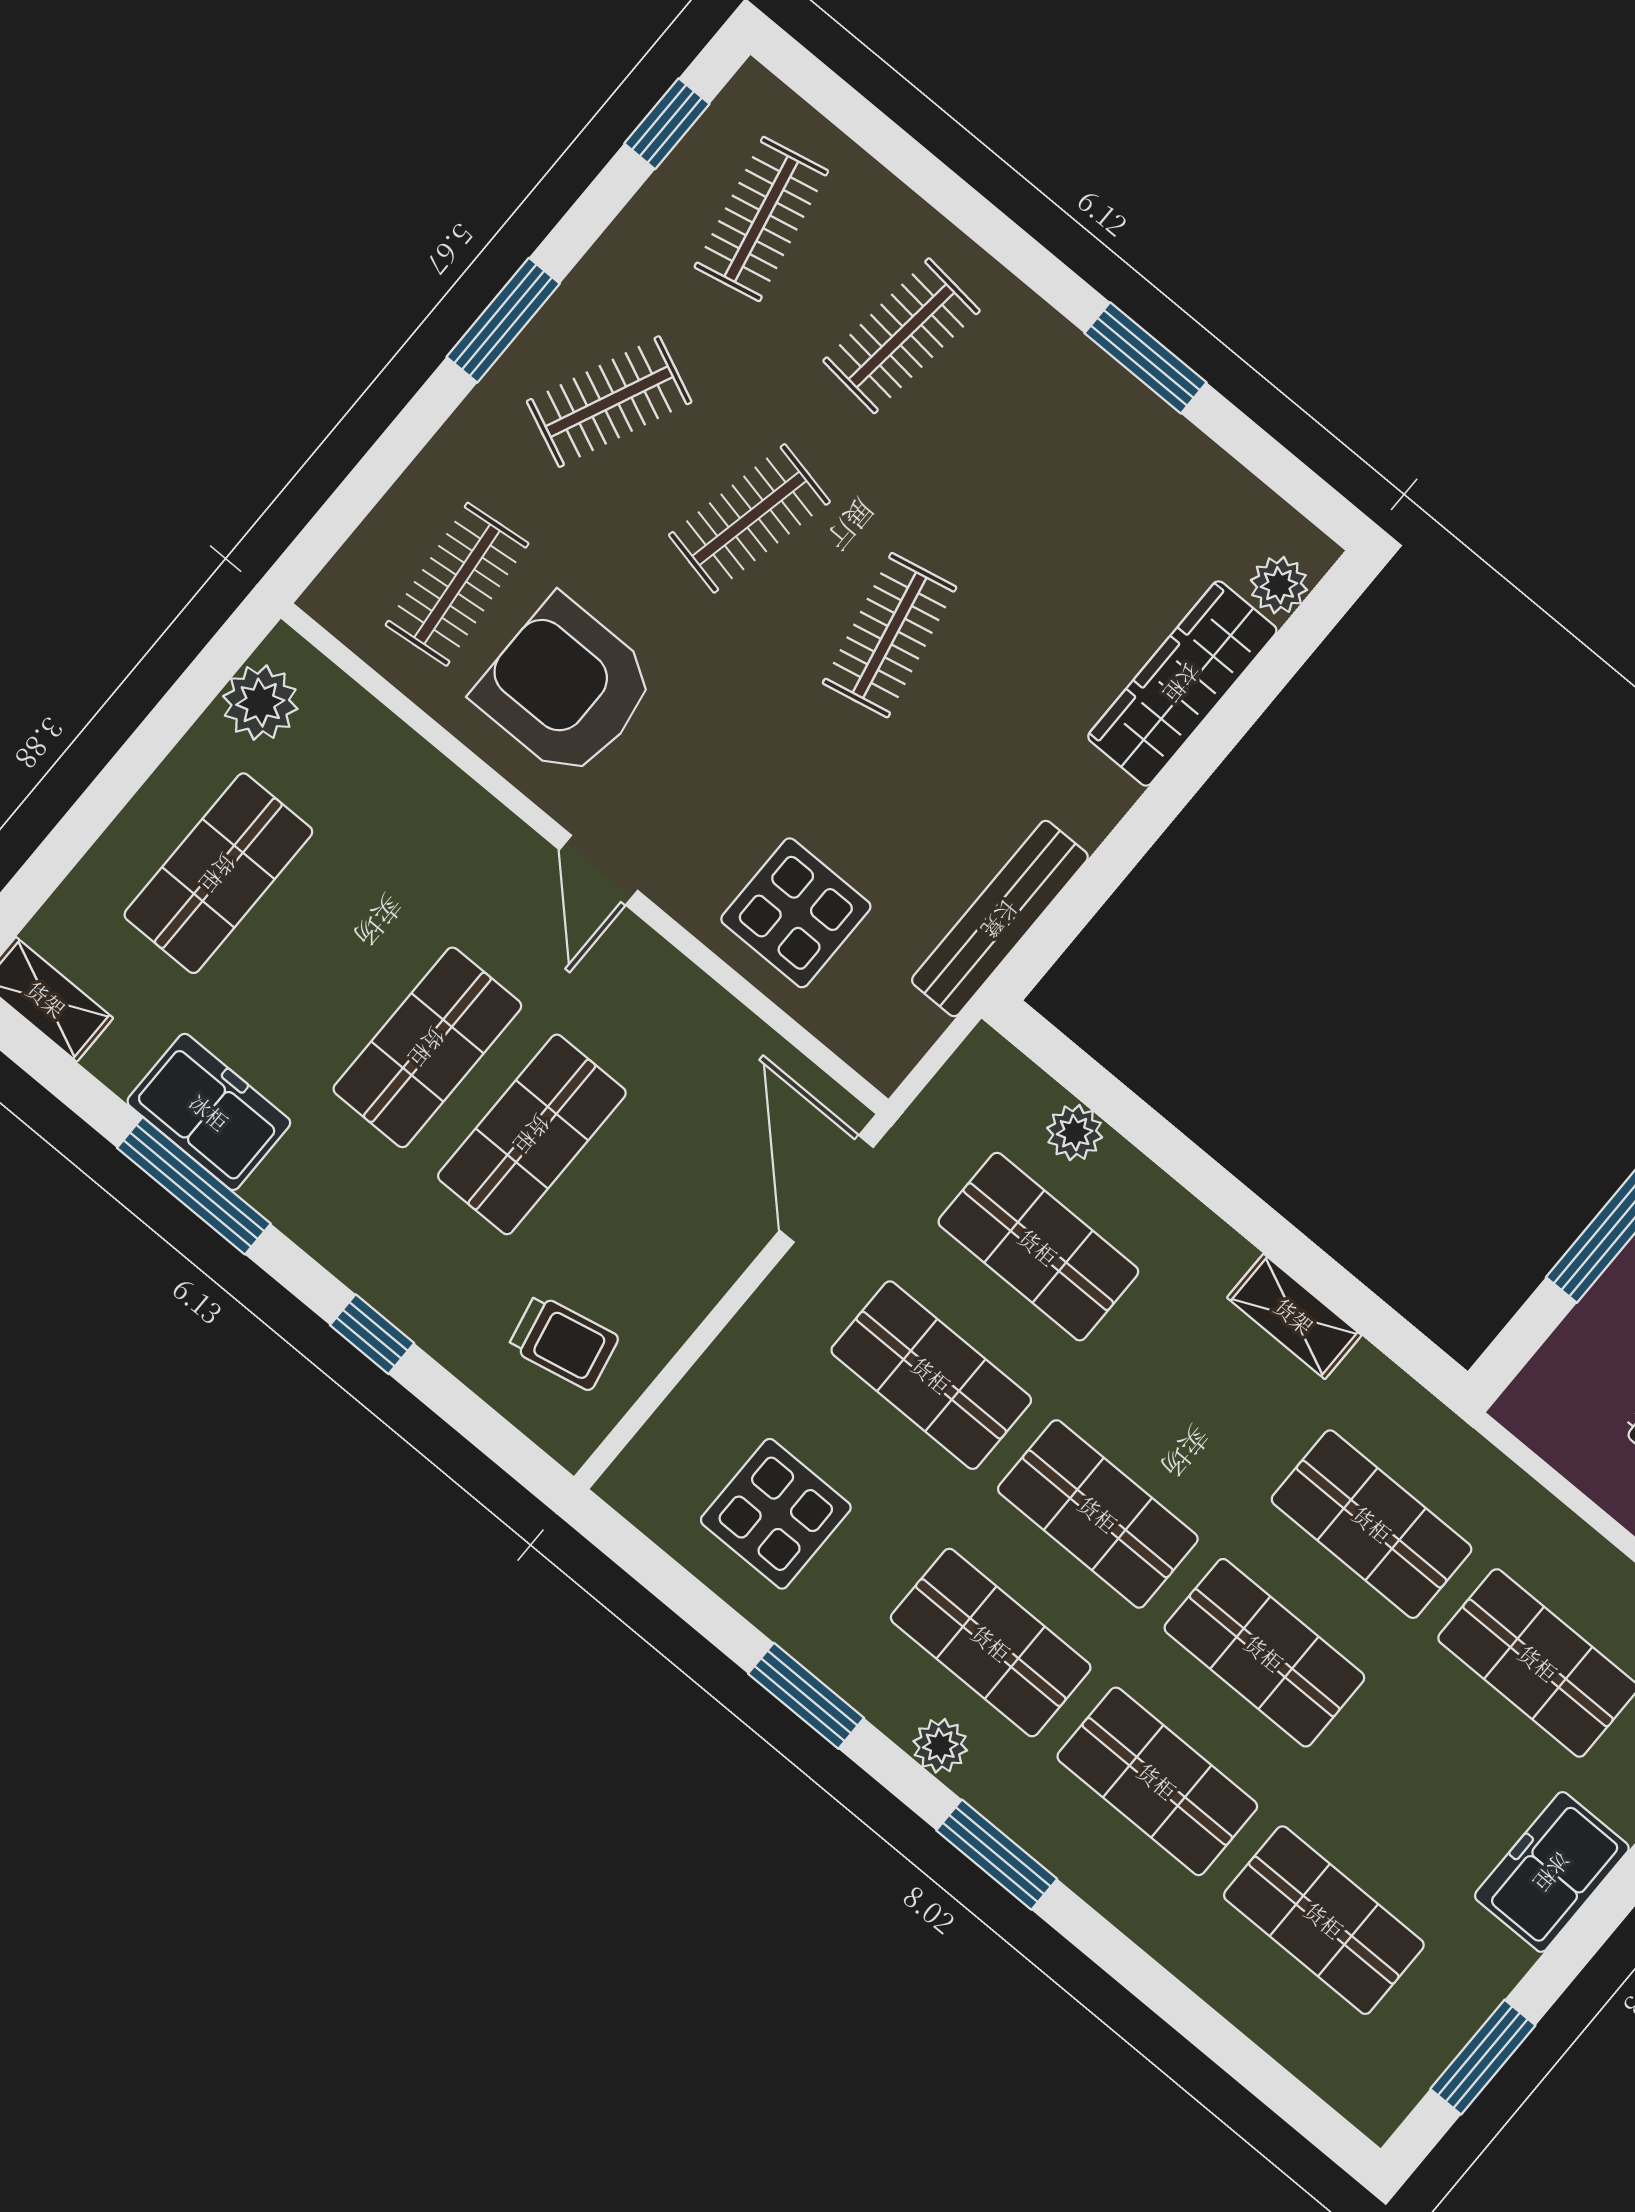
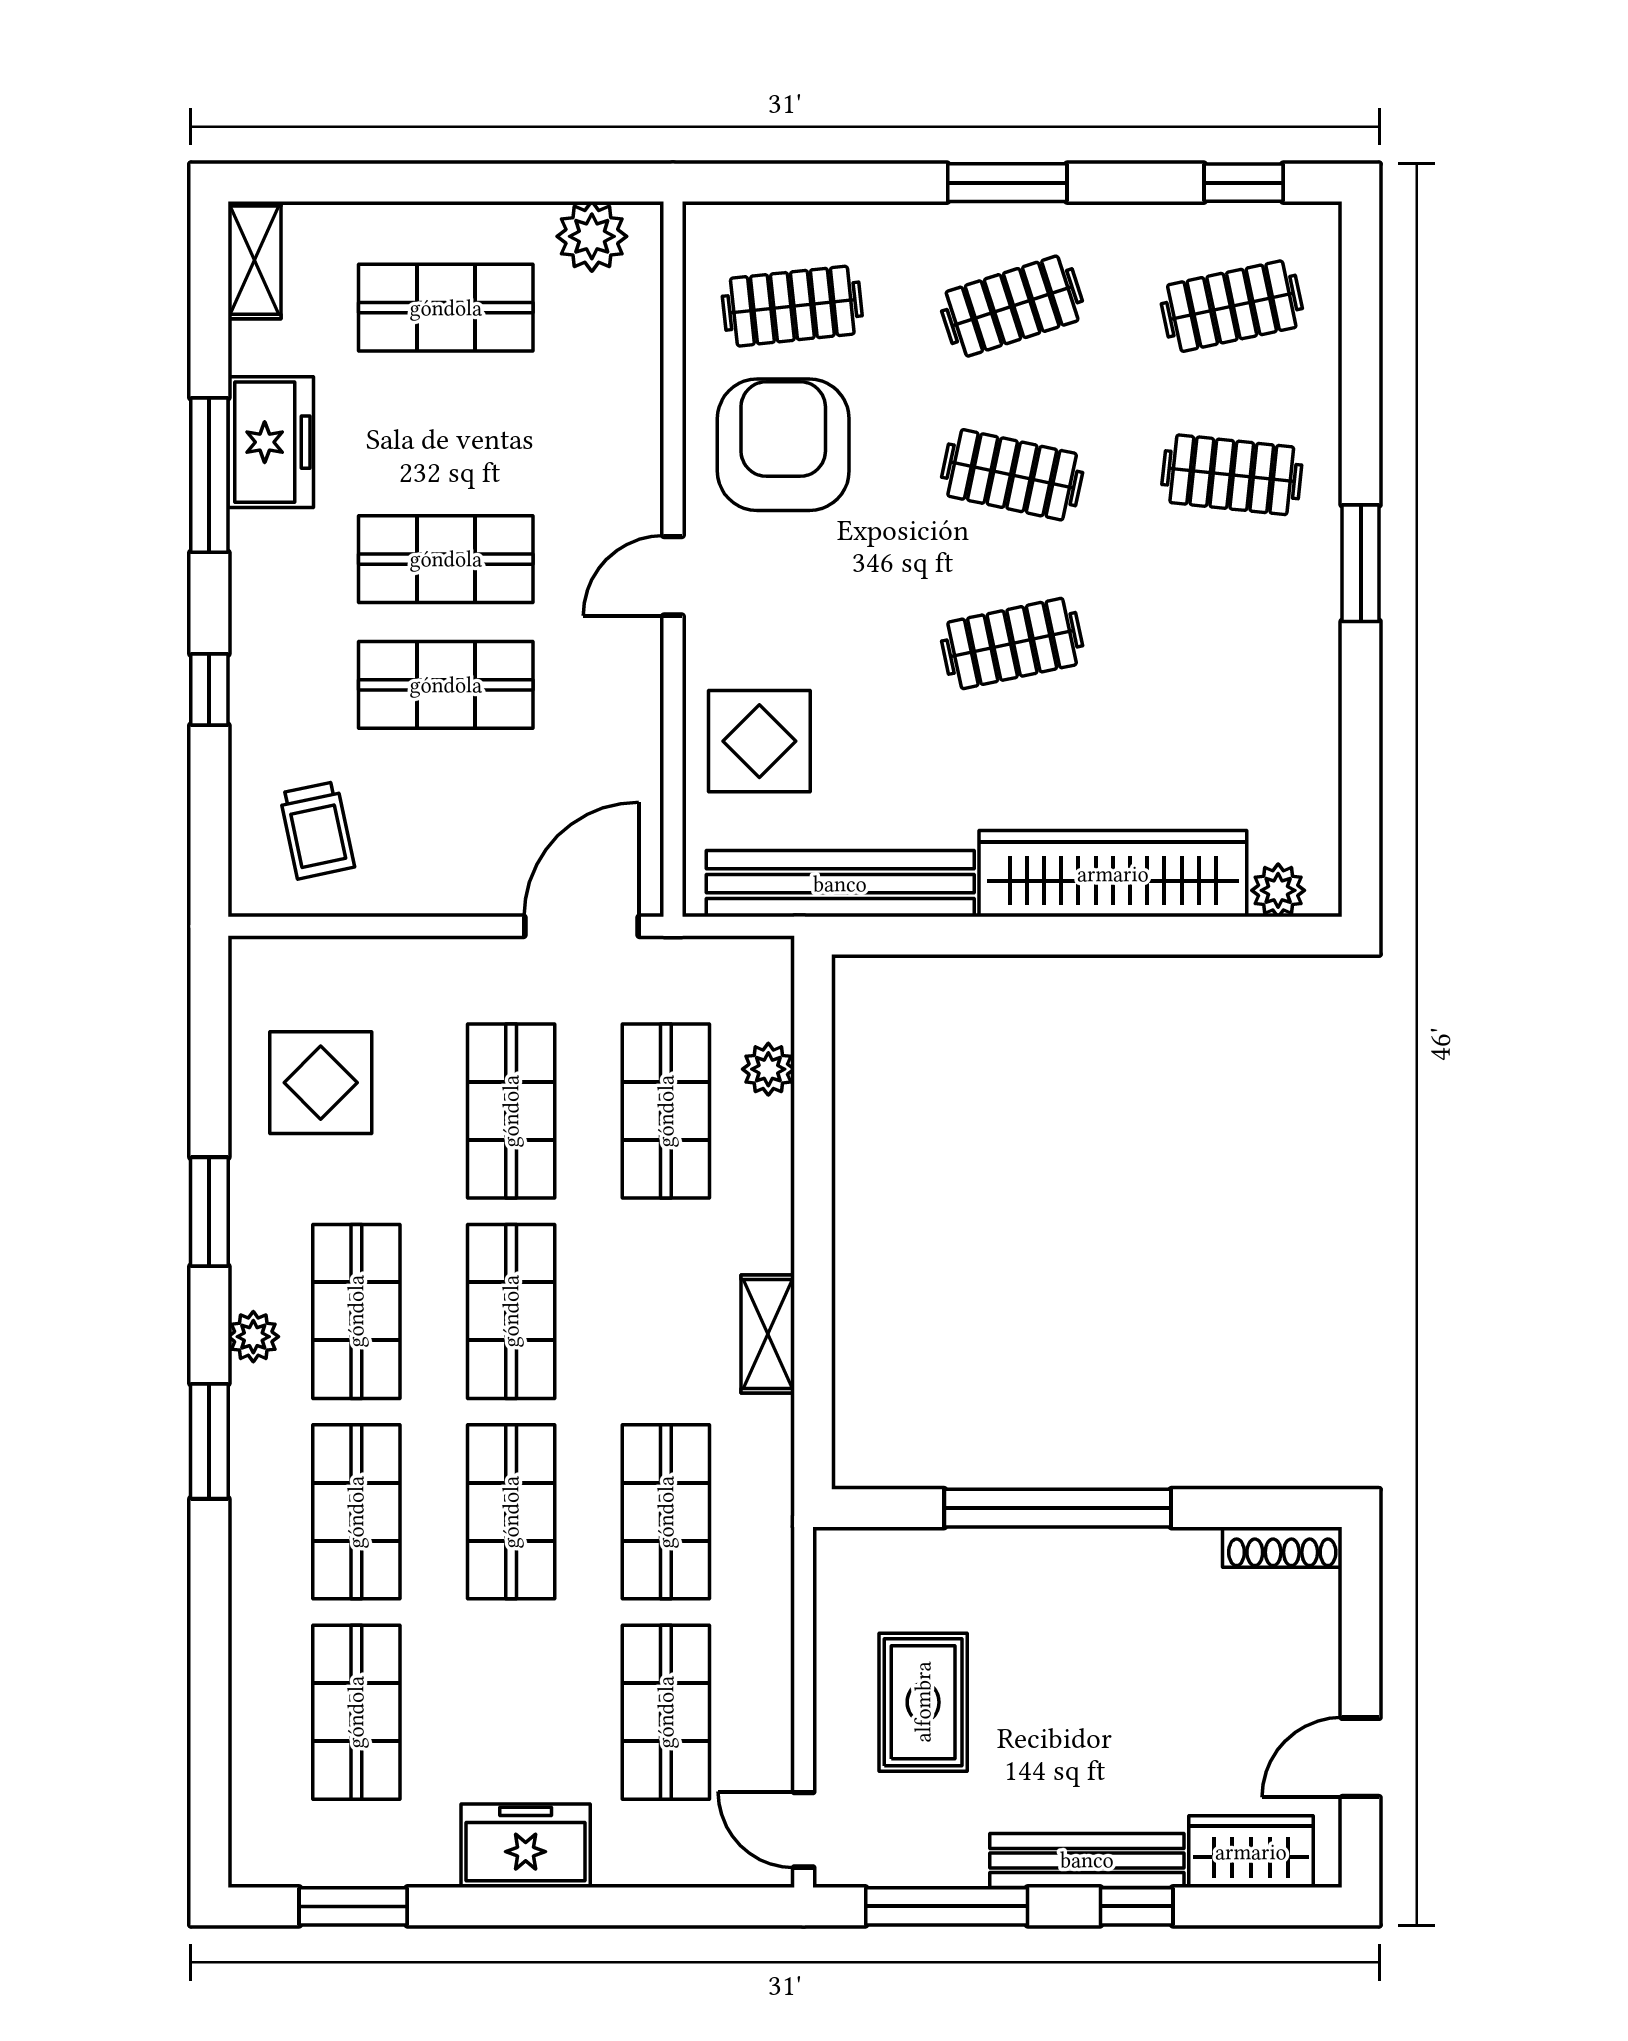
window: (1145, 358) -> (1361, 563), moved
clothes rail: (609, 402) -> (1012, 306), turned -42
wardrobe: (1182, 683) -> (1113, 874), width x1.40, depth x1.17
bench: (1000, 919) -> (840, 884), width x1.37, depth x1.21

